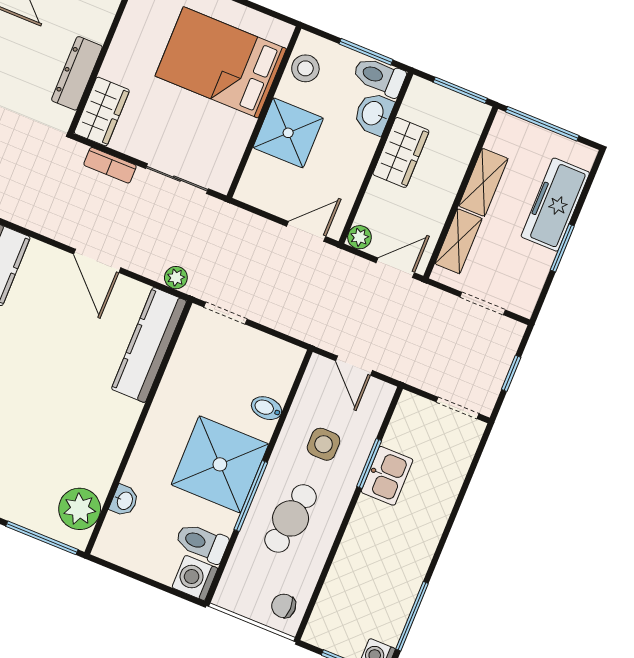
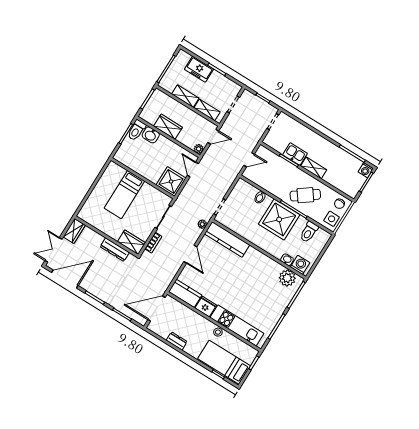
bed: (221, 62) -> (124, 195), width x0.67
stool: (305, 68) -> (128, 159), removed
shower: (288, 133) -> (171, 182), moved
freezer: (555, 205) -> (199, 69), width x0.71
door: (97, 261) -> (190, 254), hinge flipped
door: (395, 268) -> (213, 137), swing flipped
side table: (324, 444) -> (332, 219), moved
cafe table: (291, 518) -> (305, 195), turned -45
shelving: (361, 528) -> (314, 168), added
washing machine: (195, 578) -> (300, 265), moved, turned 180

